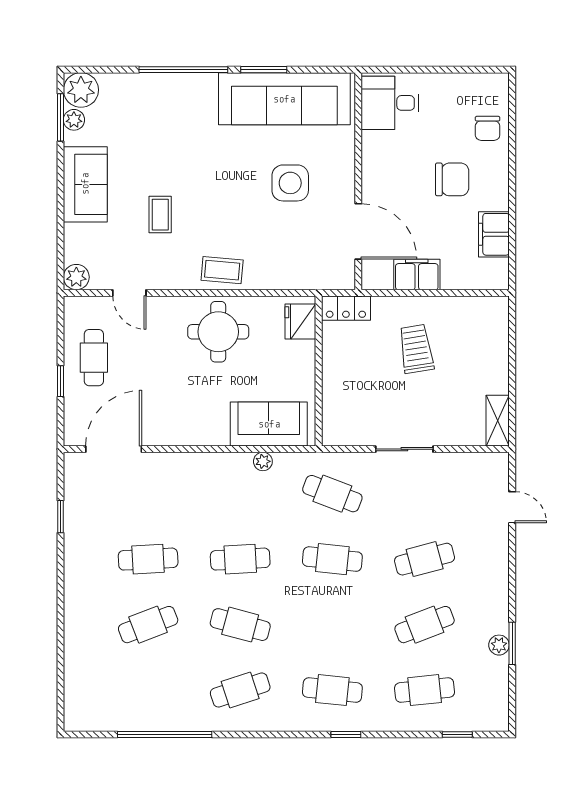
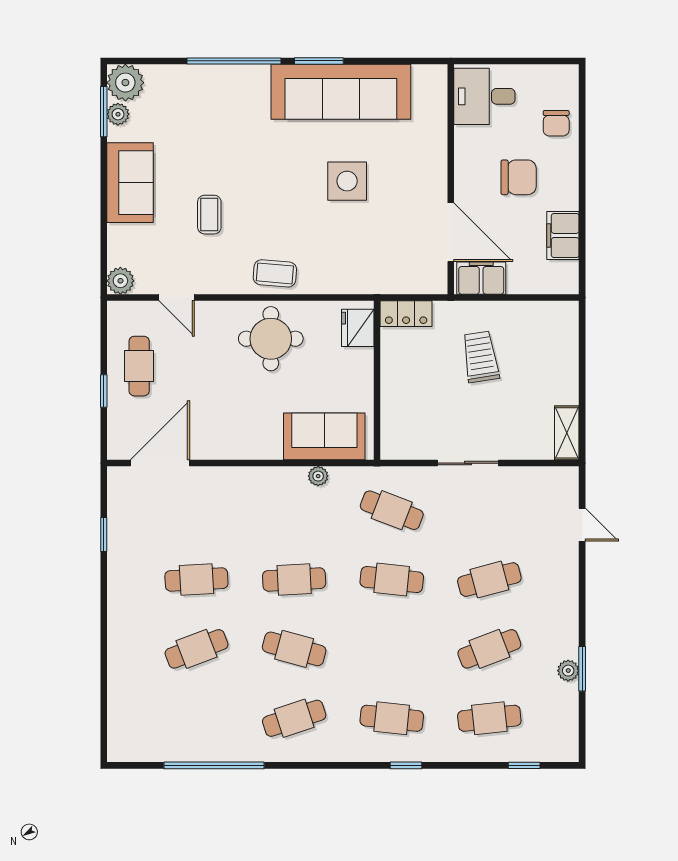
desk: (390, 103) -> (484, 96), moved
wall: (358, 181) -> (451, 179), moved
door: (358, 231) -> (451, 232), moved

